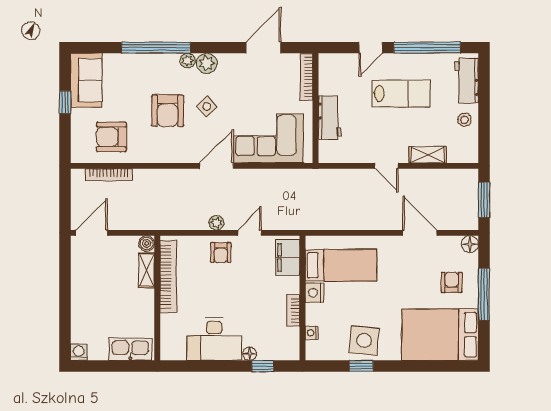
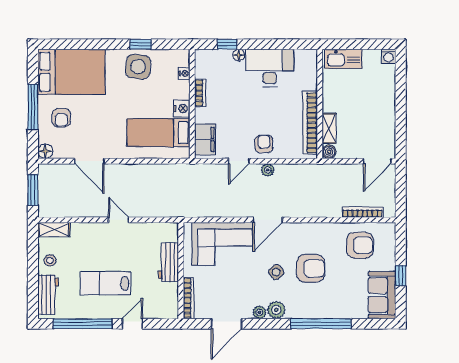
plant: (188, 61) -> (259, 312), moved
armchair: (168, 111) -> (311, 268), turned 90
shelving: (428, 155) -> (54, 230), moved

